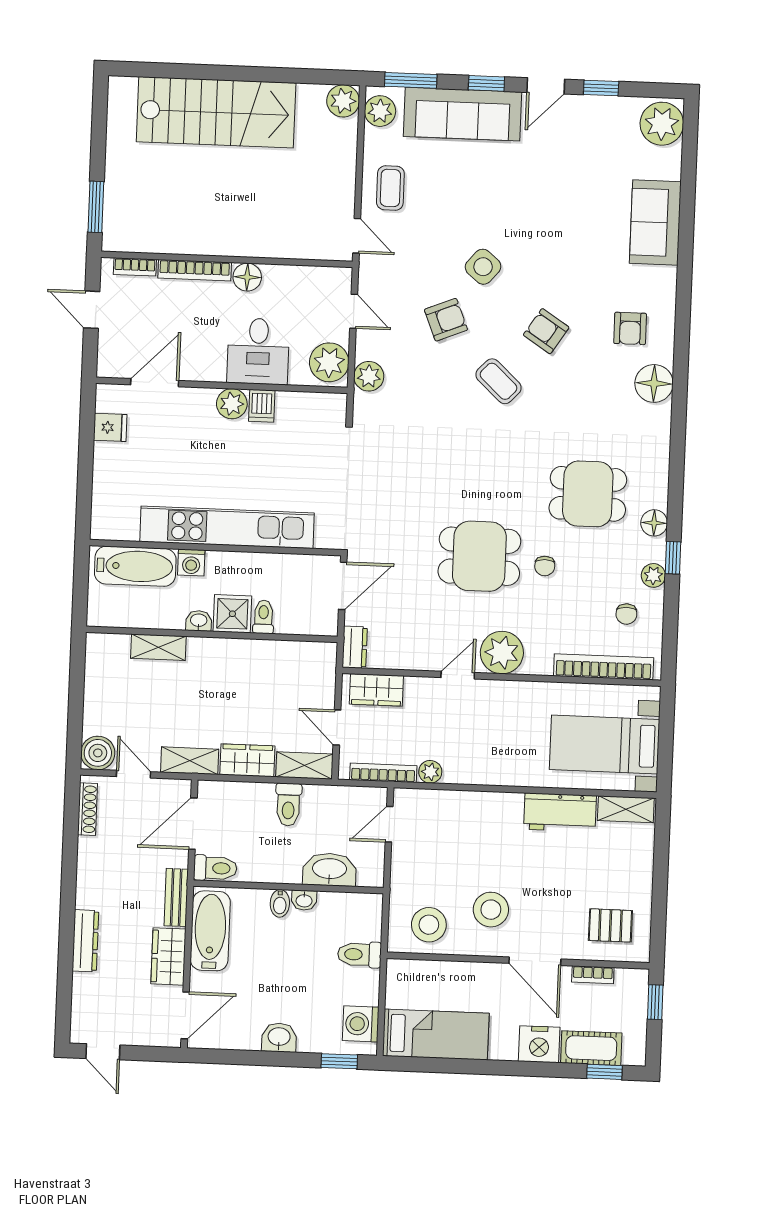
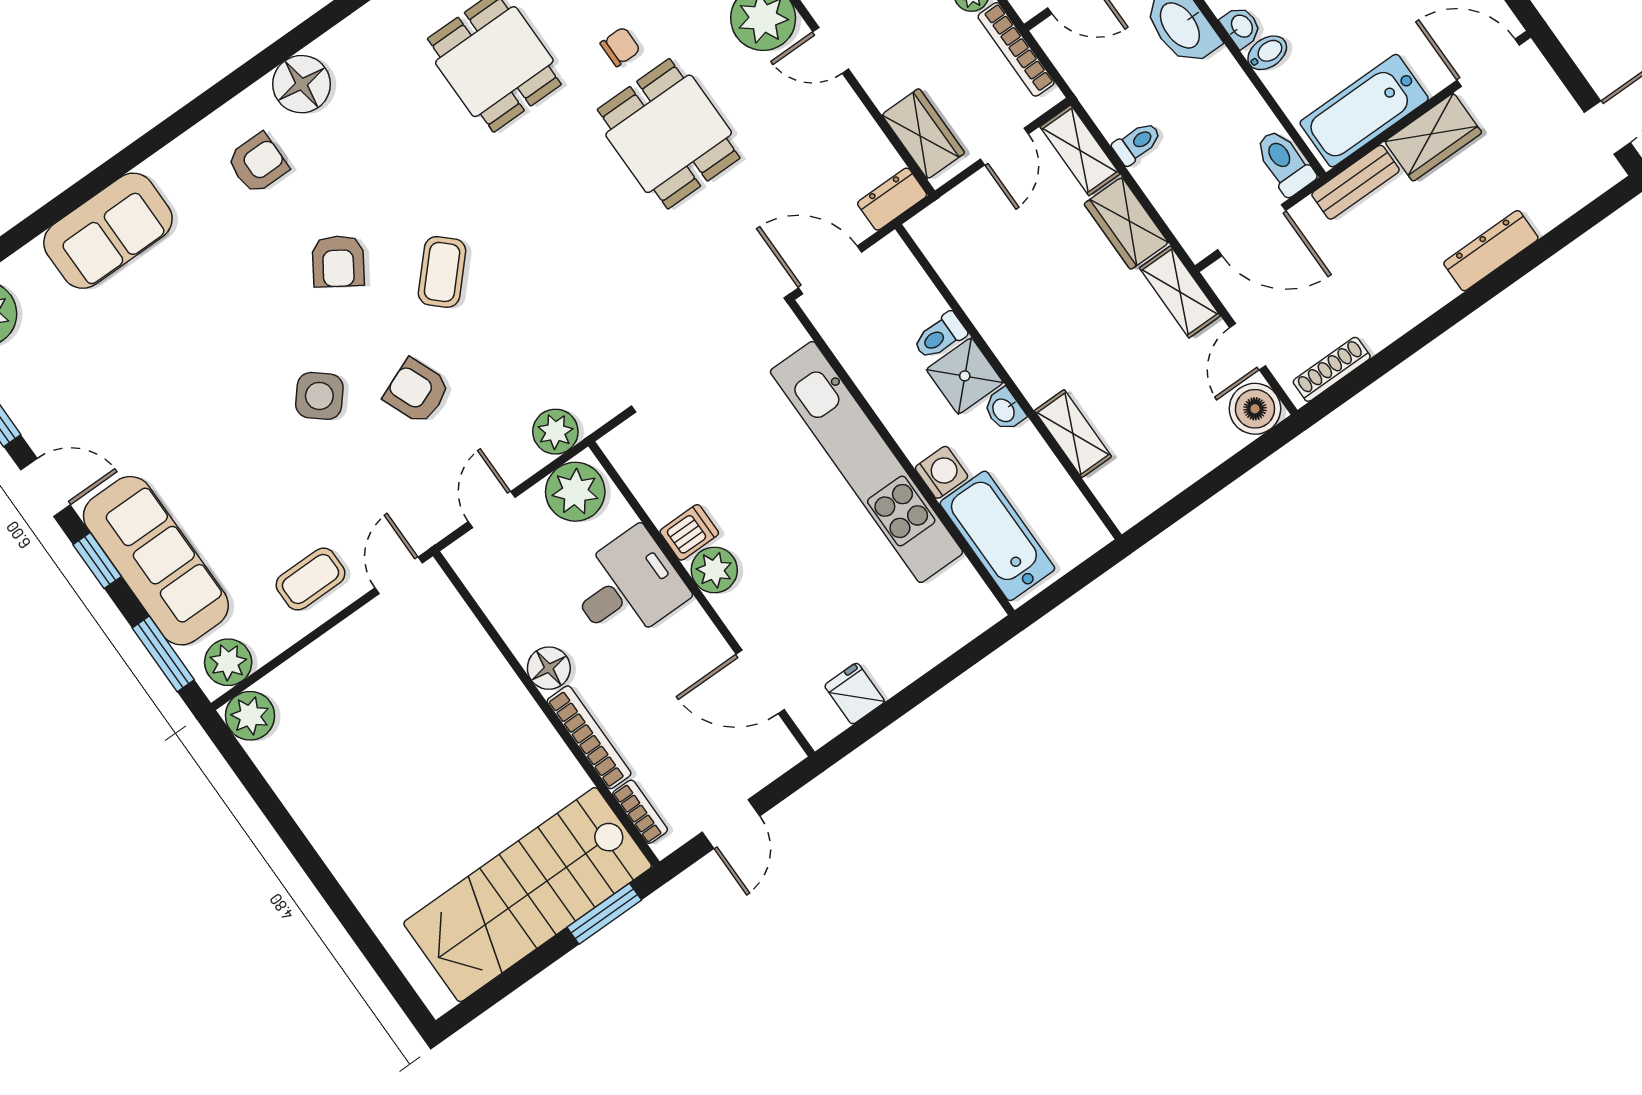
stairs: (216, 112) -> (528, 895), moved, turned -90
toilet: (288, 804) -> (1137, 143), width x0.73, depth x0.72

